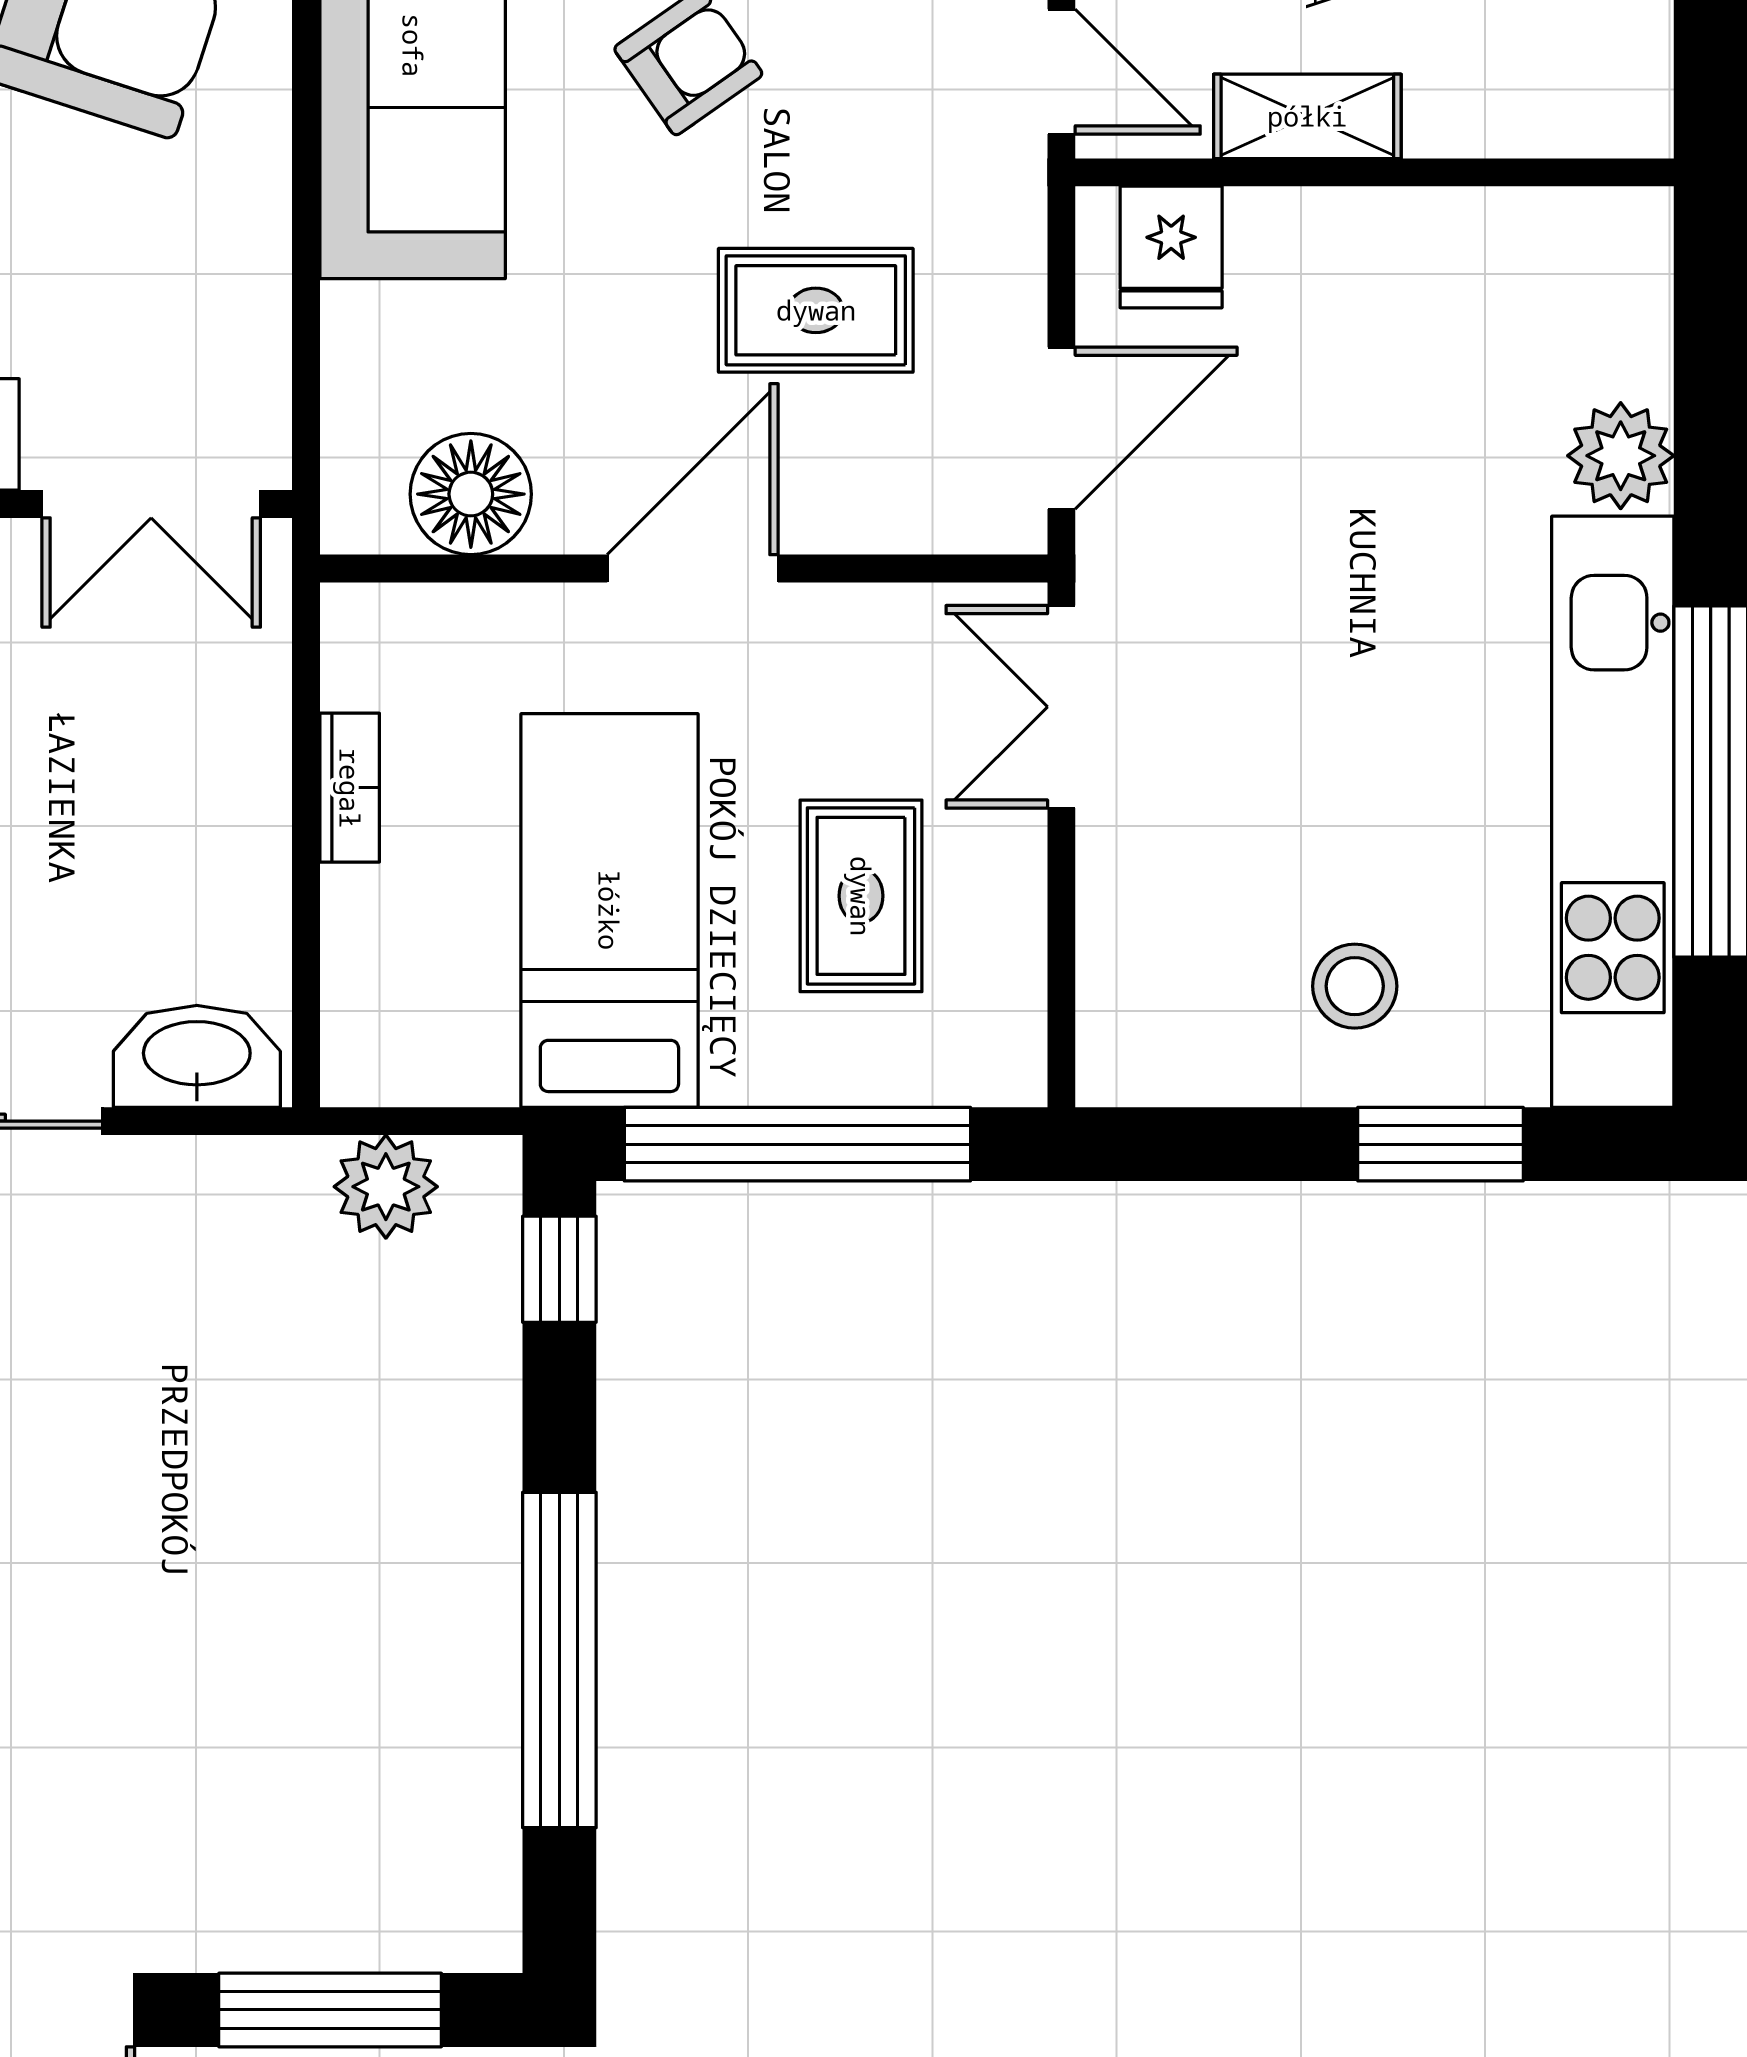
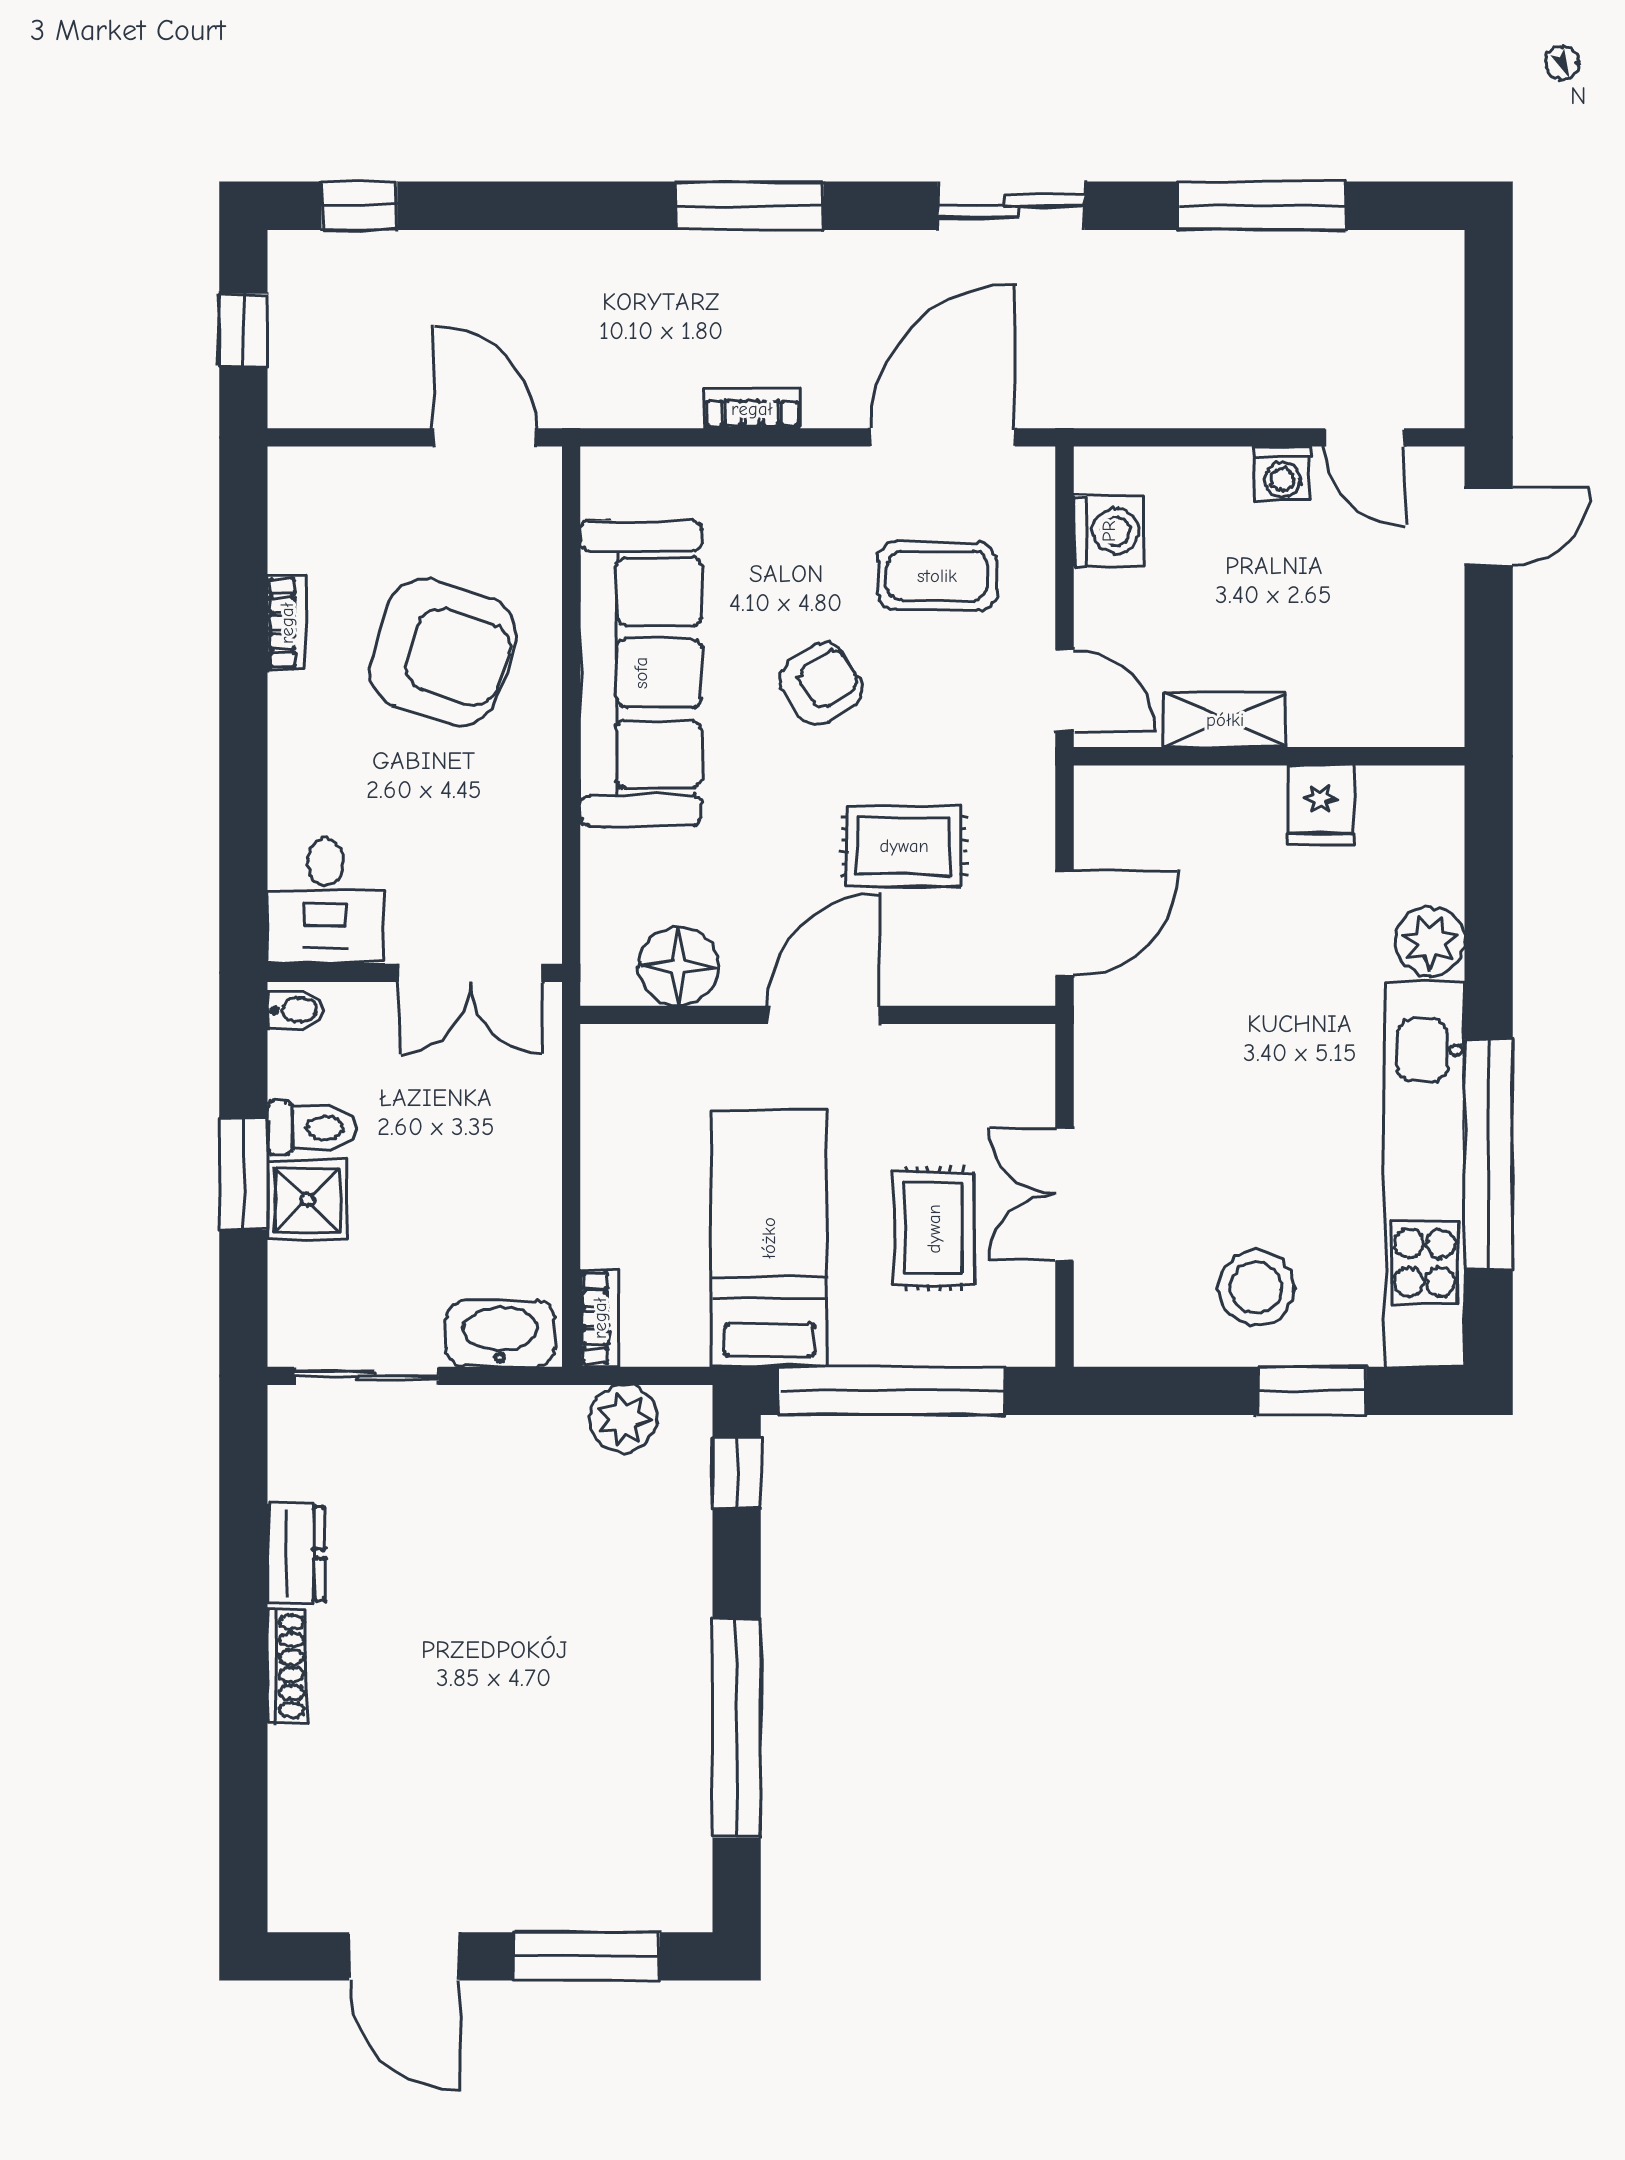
fridge: (1171, 247) -> (1320, 805), moved
double door: (1061, 707) -> (1064, 1194), moved
bookcase: (350, 788) -> (600, 1318), moved
stool: (1355, 986) -> (1256, 1288), width x1.38, depth x1.38

